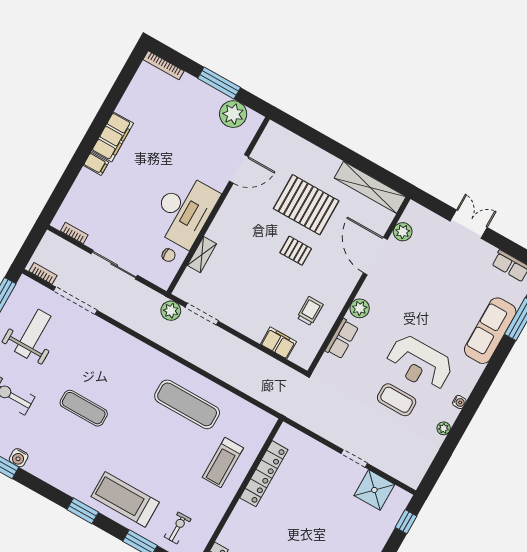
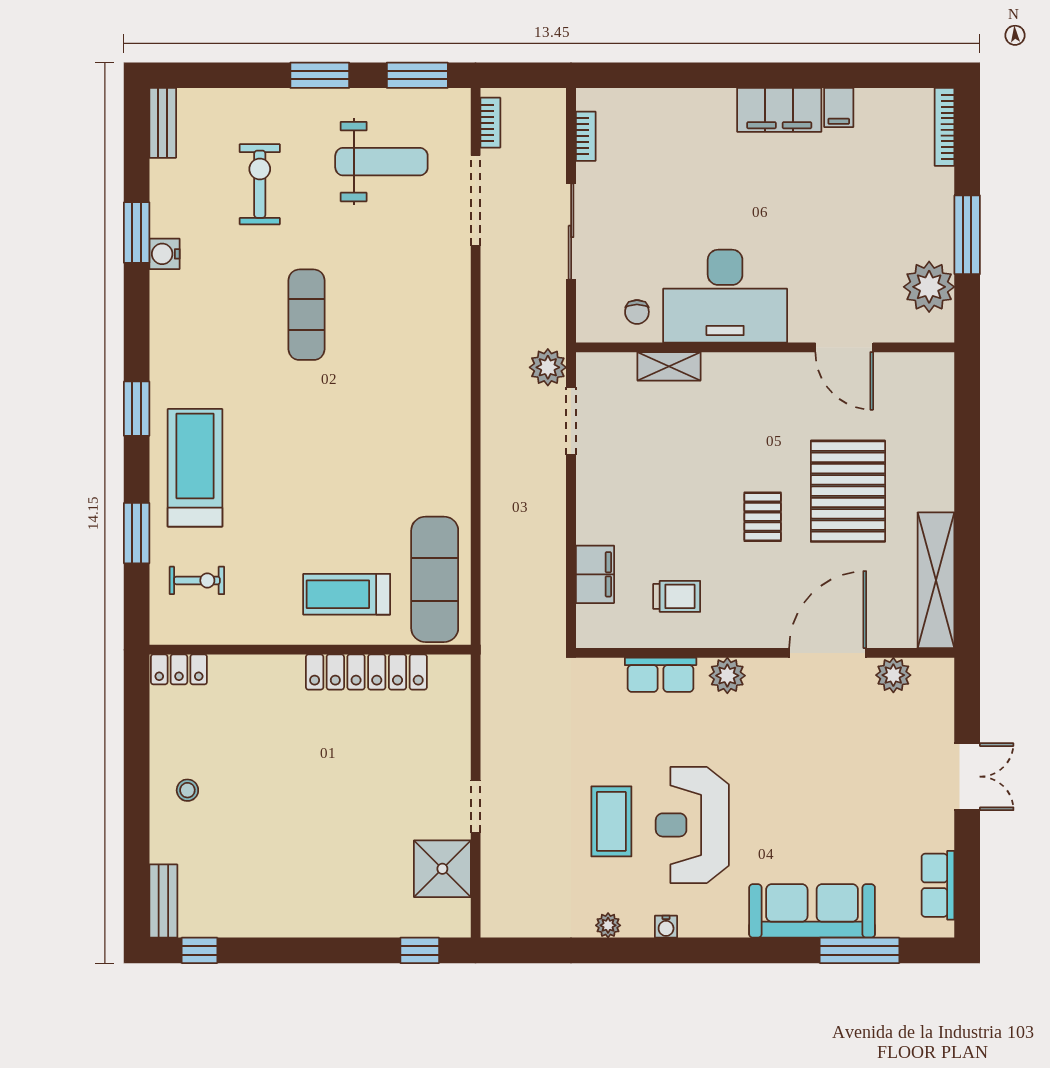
filing cabinet: (96, 164) -> (839, 108), moved
exercise mat: (187, 404) -> (435, 579), moved

